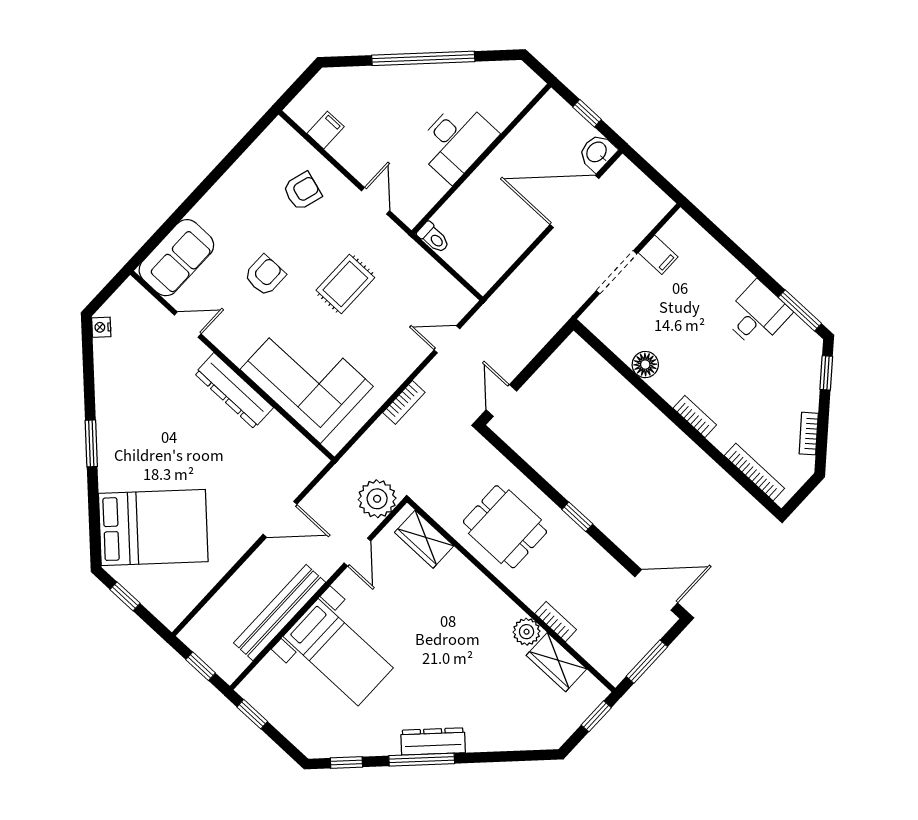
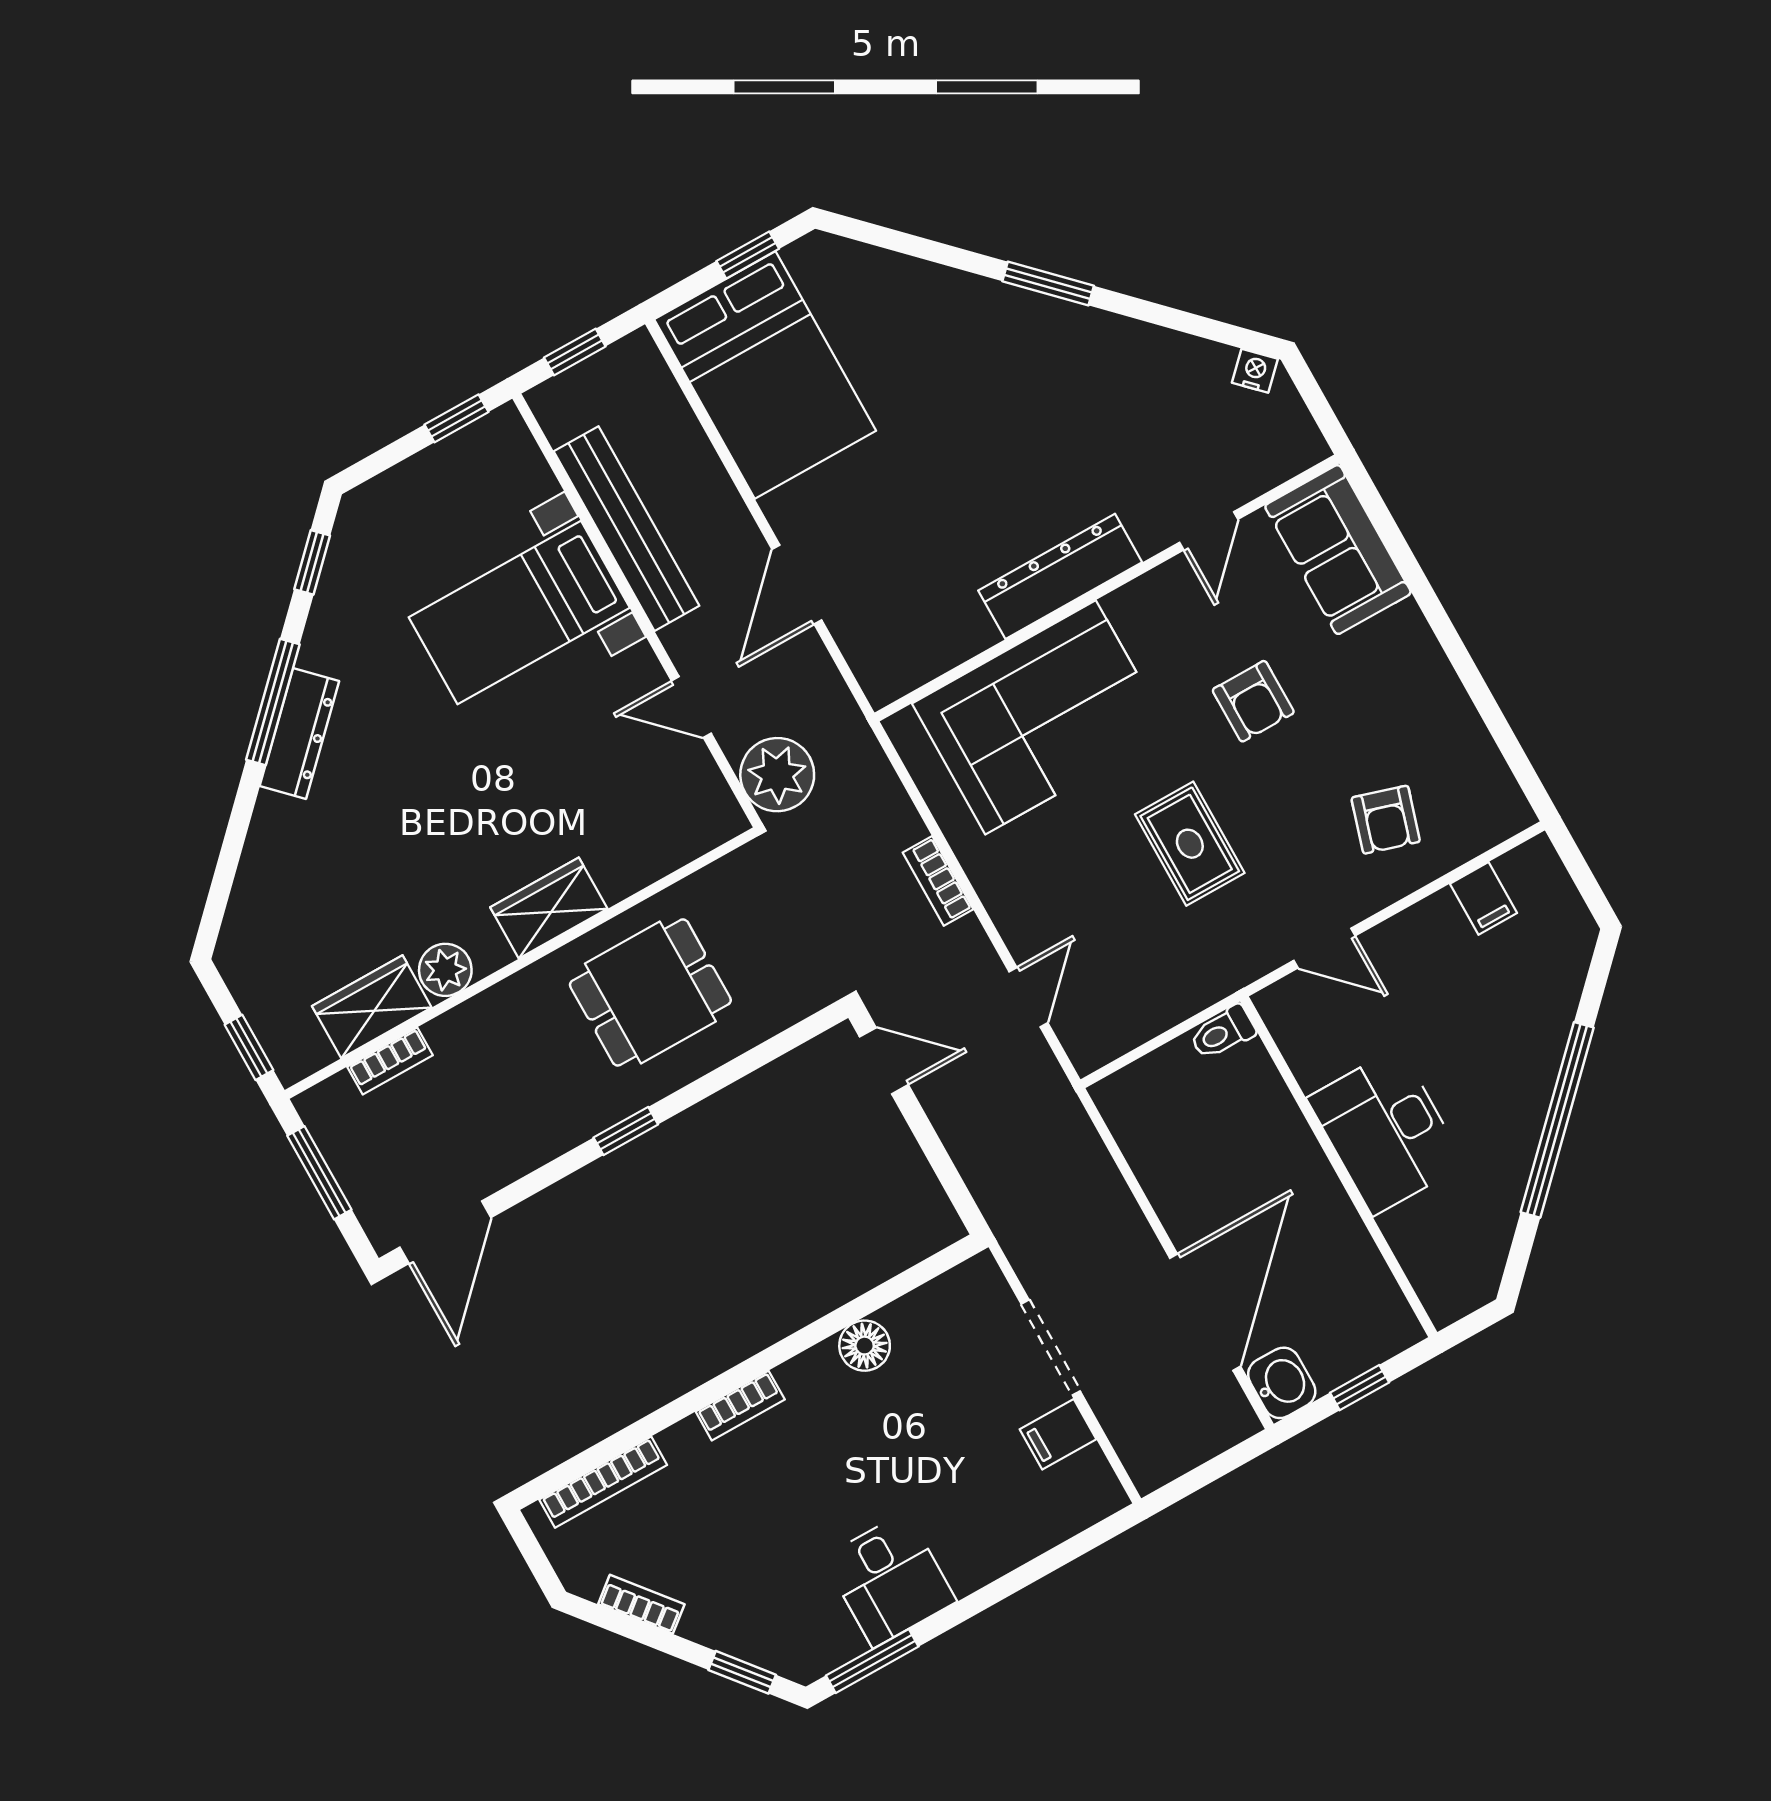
bed: (153, 527) -> (765, 375), moved, turned -45
wardrobe: (424, 539) -> (549, 908), moved
bookcase: (556, 622) -> (390, 1061), moved

